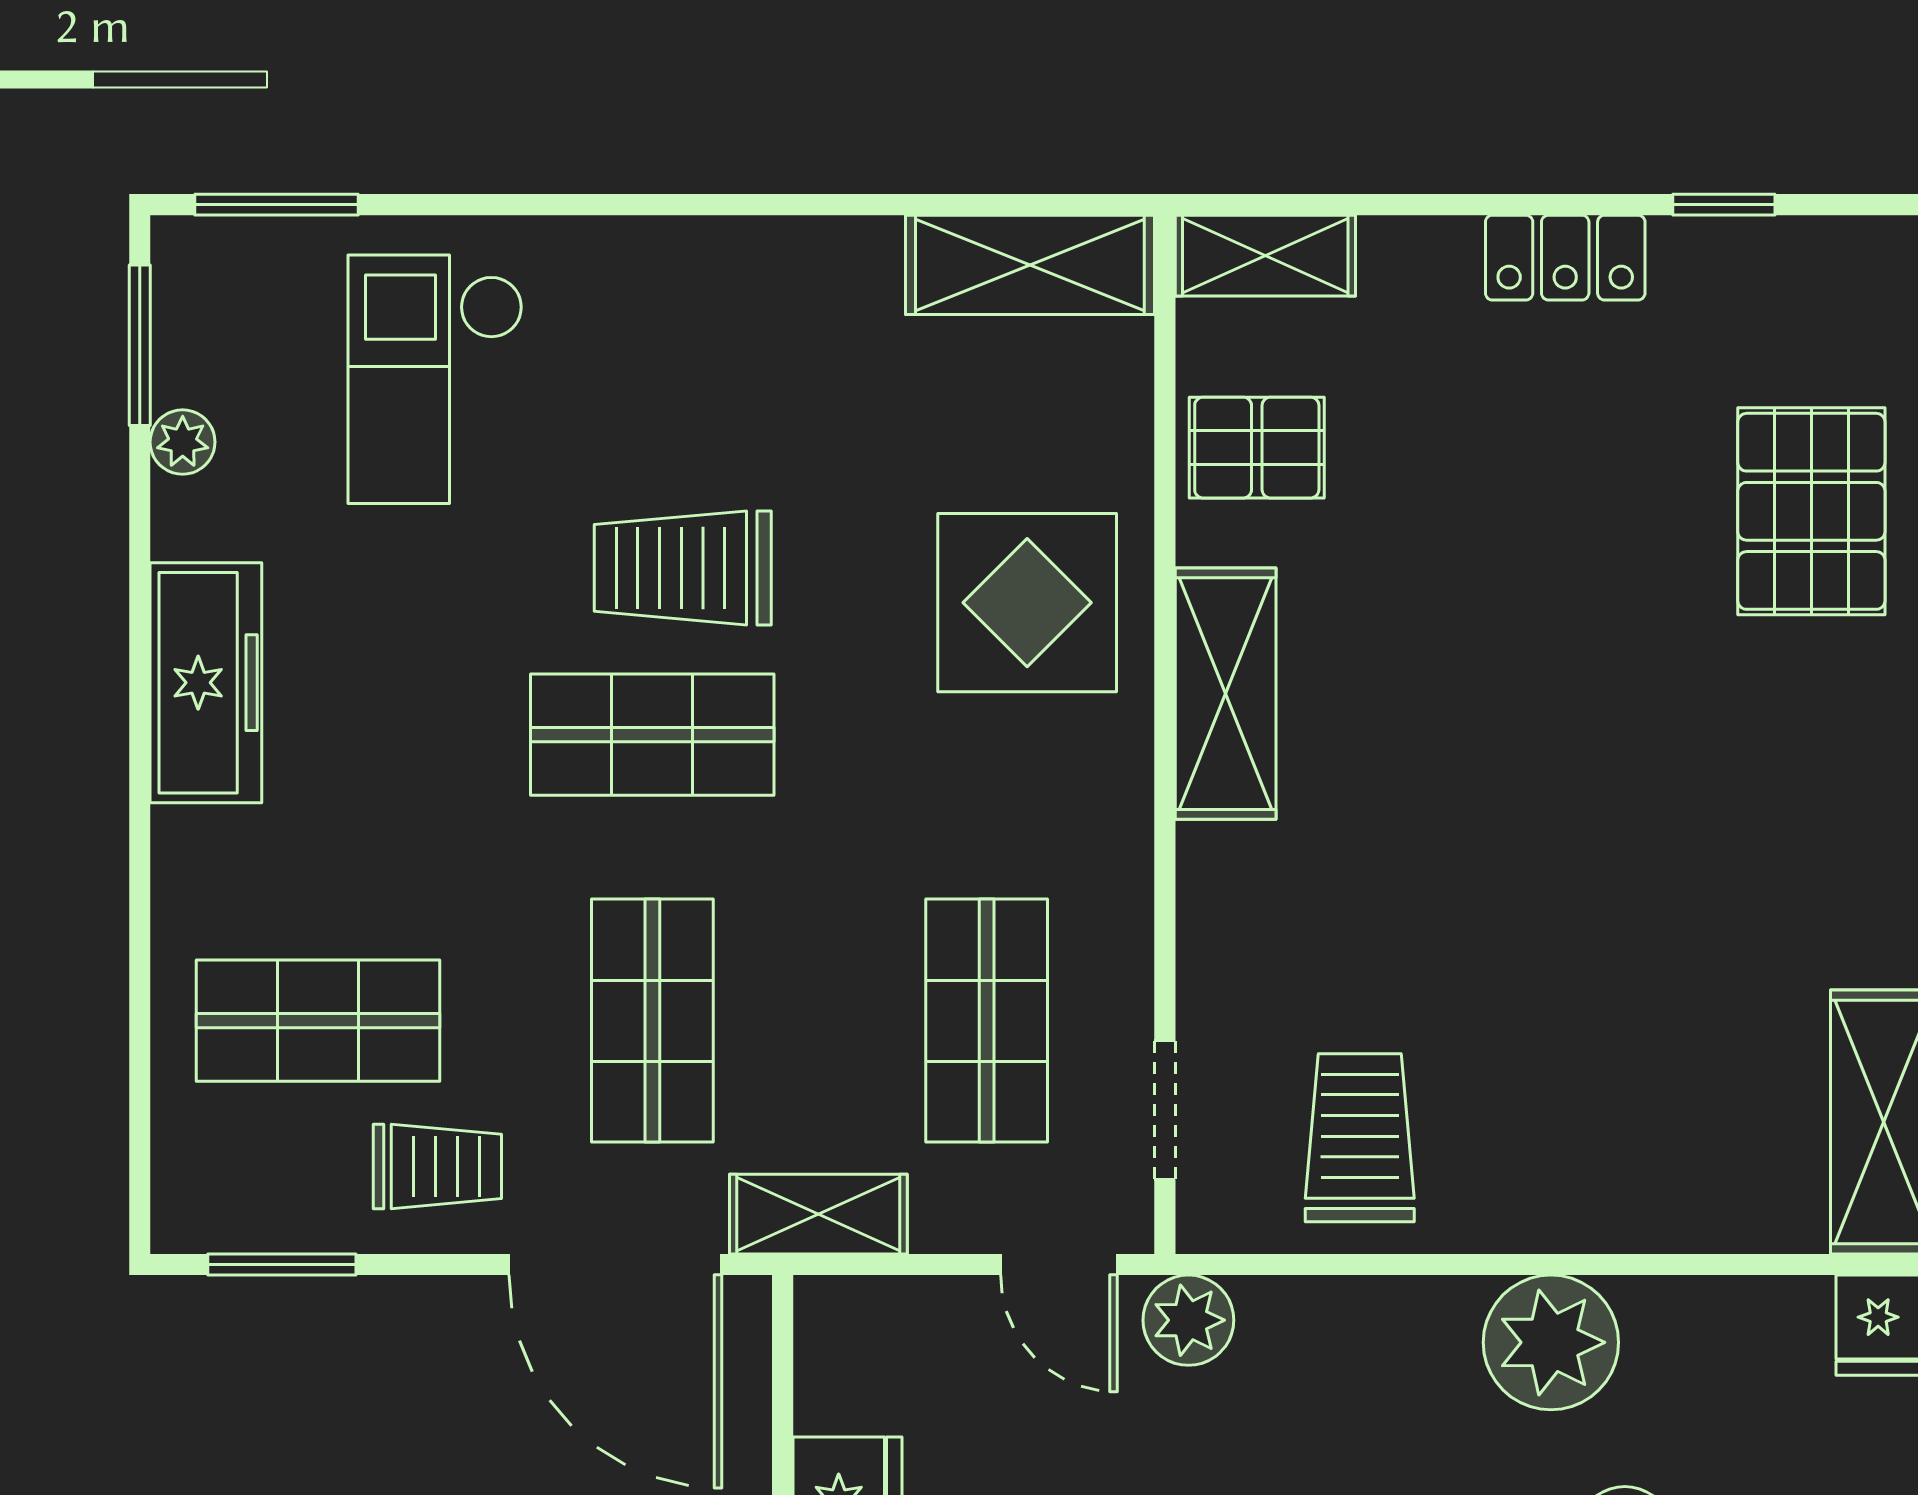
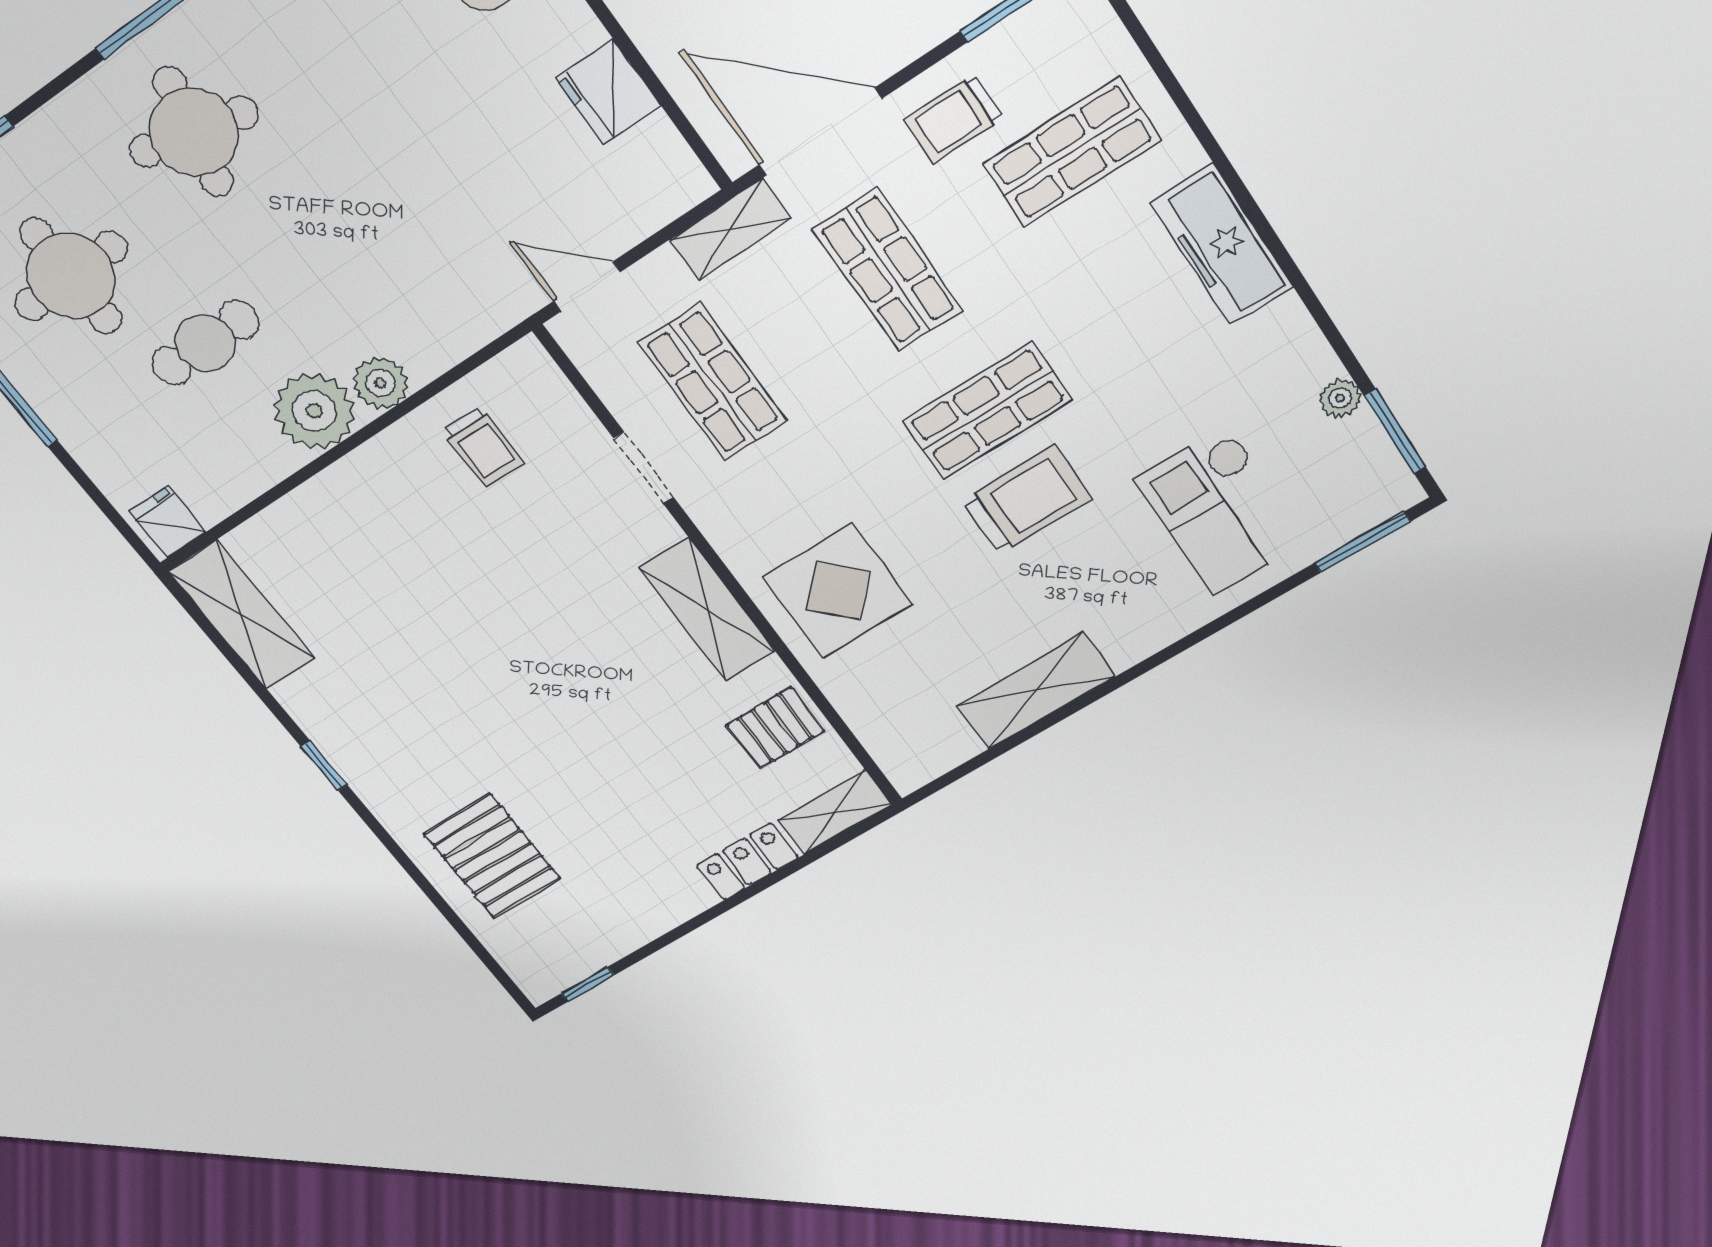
window: (1724, 205) -> (588, 984), moved
locker: (1565, 258) -> (747, 862), moved
shelving: (1030, 265) -> (1035, 691), moved
checkout: (435, 379) -> (1221, 510), turned 180
freezer: (206, 683) -> (1222, 245), moved
doorway: (1165, 1110) -> (644, 468), moved
trolley: (1360, 1138) -> (483, 447), width x0.73, depth x0.72
plant: (1188, 1320) -> (381, 383), moved

